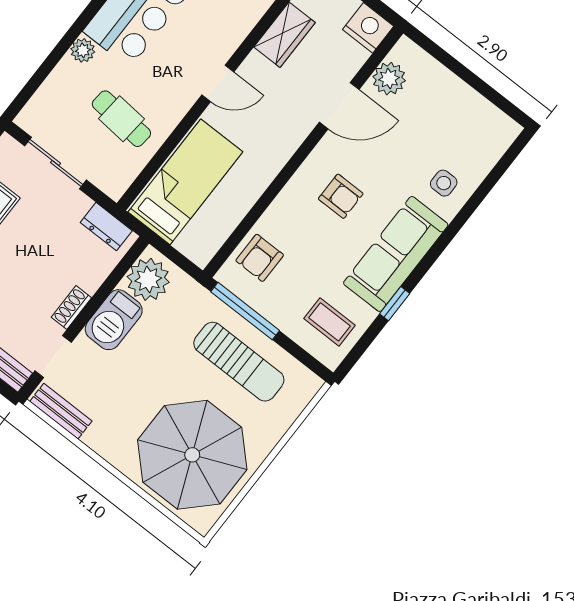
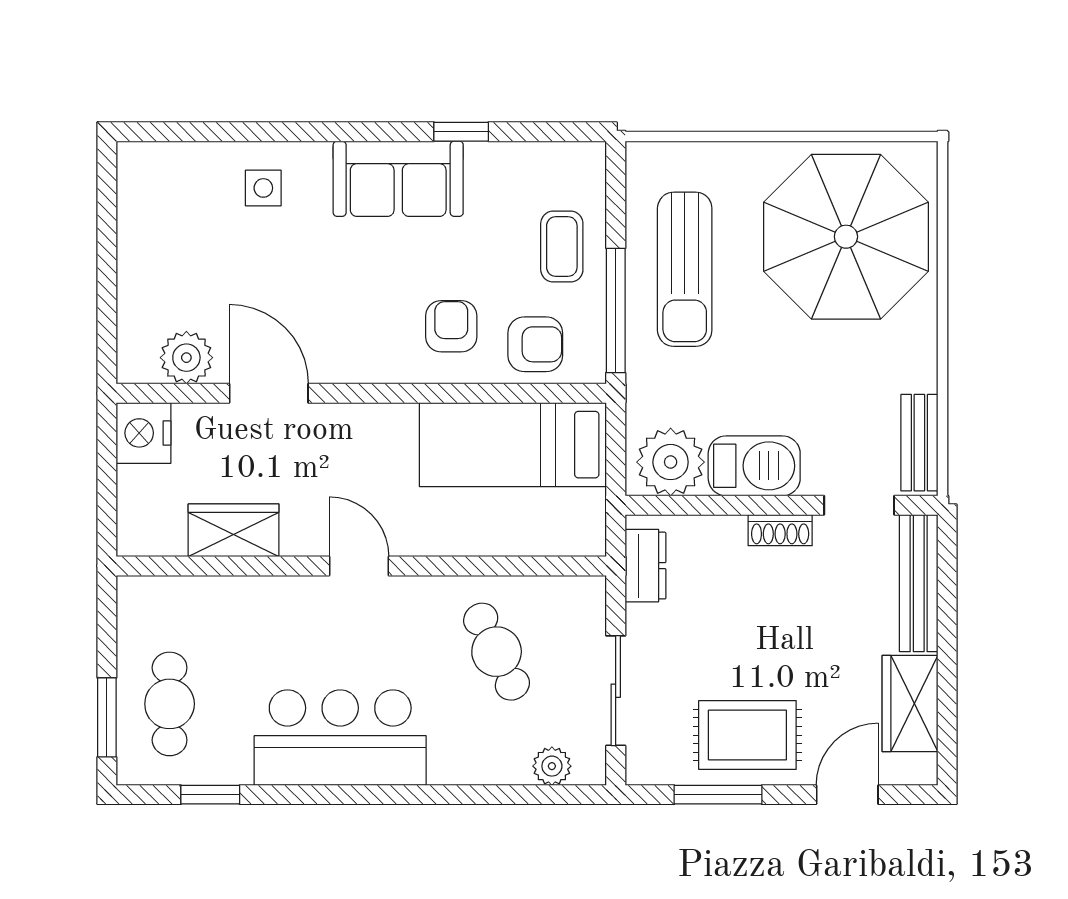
plant: (83, 50) -> (552, 766), moved
cafe table: (121, 119) -> (497, 652), turned -31
bed: (185, 182) -> (513, 445), moved
armchair: (341, 196) -> (451, 326), moved
sofa: (396, 254) -> (398, 179), width x0.73
coffee table: (329, 322) -> (562, 247), moved
sun lounger: (239, 362) -> (685, 269), turned 180

